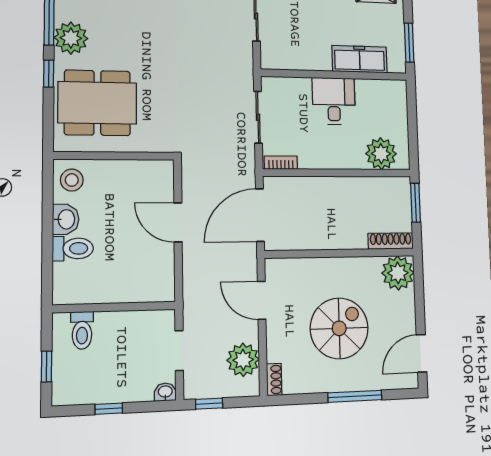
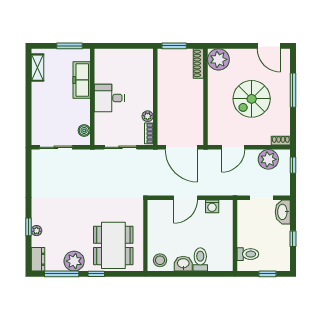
boiler: (283, 61) -> (84, 130), added
plant: (381, 154) -> (148, 116), moved, width x0.53, depth x0.53
washing machine: (164, 267) -> (212, 206), added
spiral stairs: (339, 328) -> (252, 99), turned -90
washbasin: (165, 392) -> (283, 212), width x1.91, depth x1.45
window: (209, 404) -> (293, 165), moved

